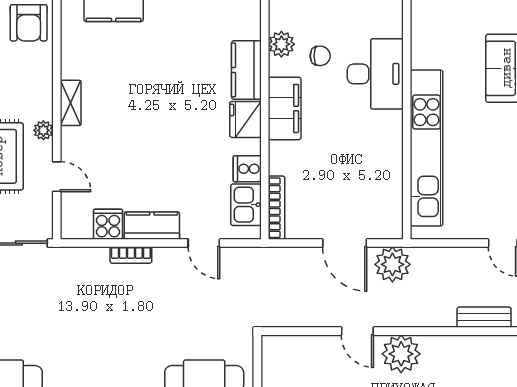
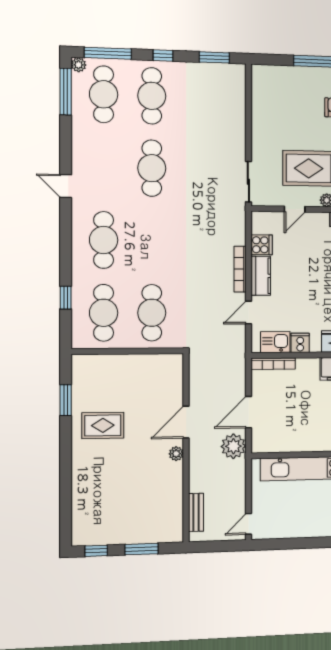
bookcase: (131, 255) -> (240, 269), width x1.56
door: (357, 331) -> (186, 422), width x1.38
plant: (401, 354) -> (176, 454), width x0.53, depth x0.53

